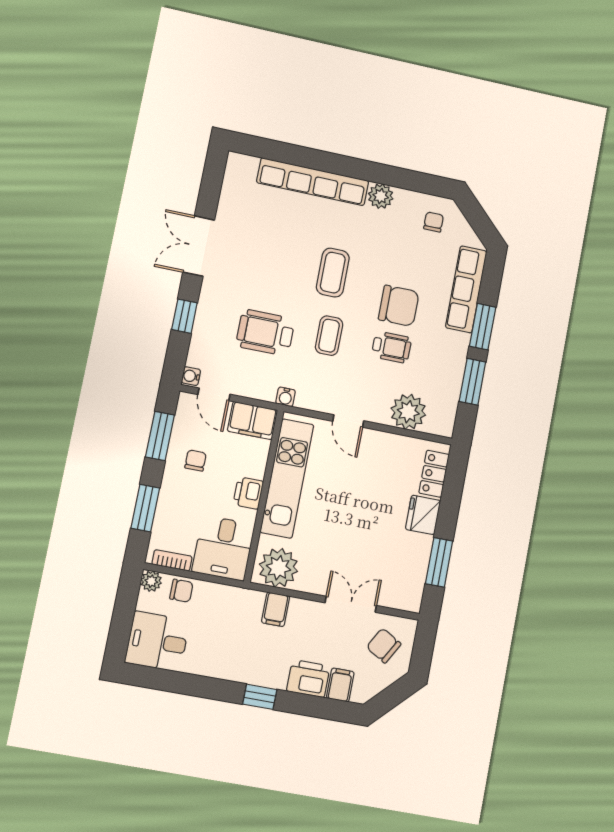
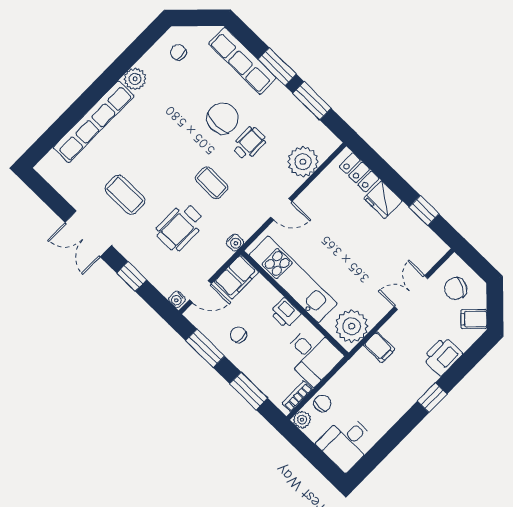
coffee table: (333, 273) -> (125, 195), moved
window: (439, 562) -> (424, 210), width x0.67
filing cabinet: (340, 685) -> (474, 319), moved, turned -45

